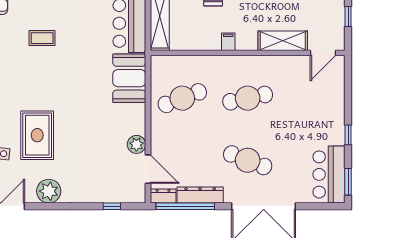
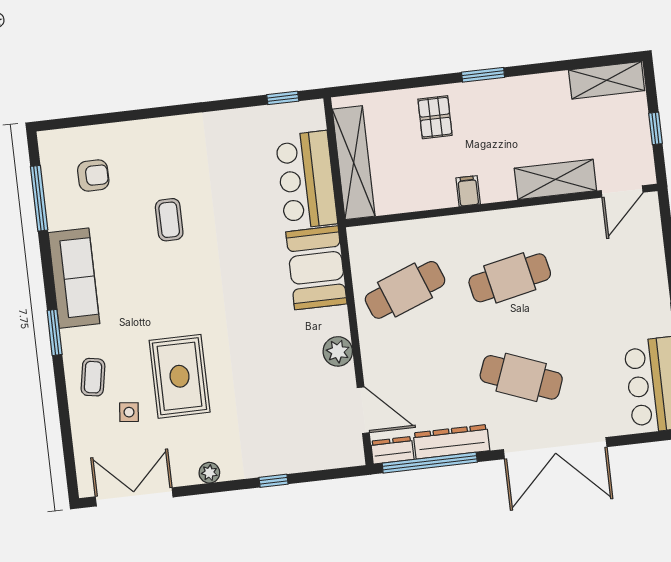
coffee table: (42, 38) -> (169, 220), turned 90
plant: (136, 144) -> (338, 351), moved
plant: (49, 191) -> (209, 473), width x0.53, depth x0.53
window: (112, 206) -> (274, 481), moved

